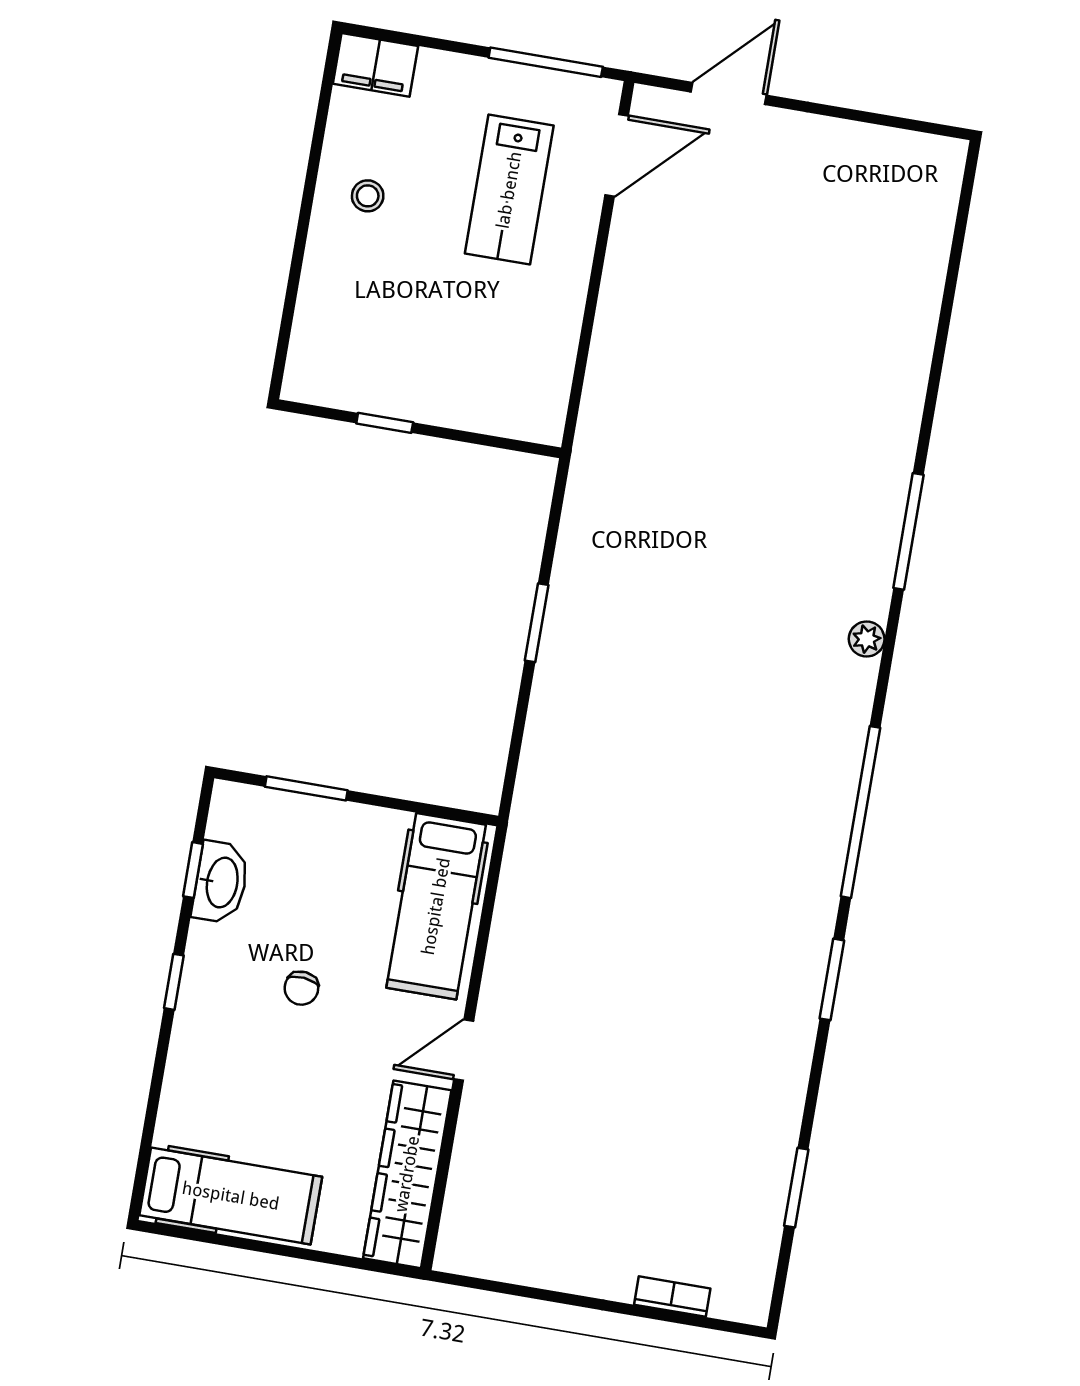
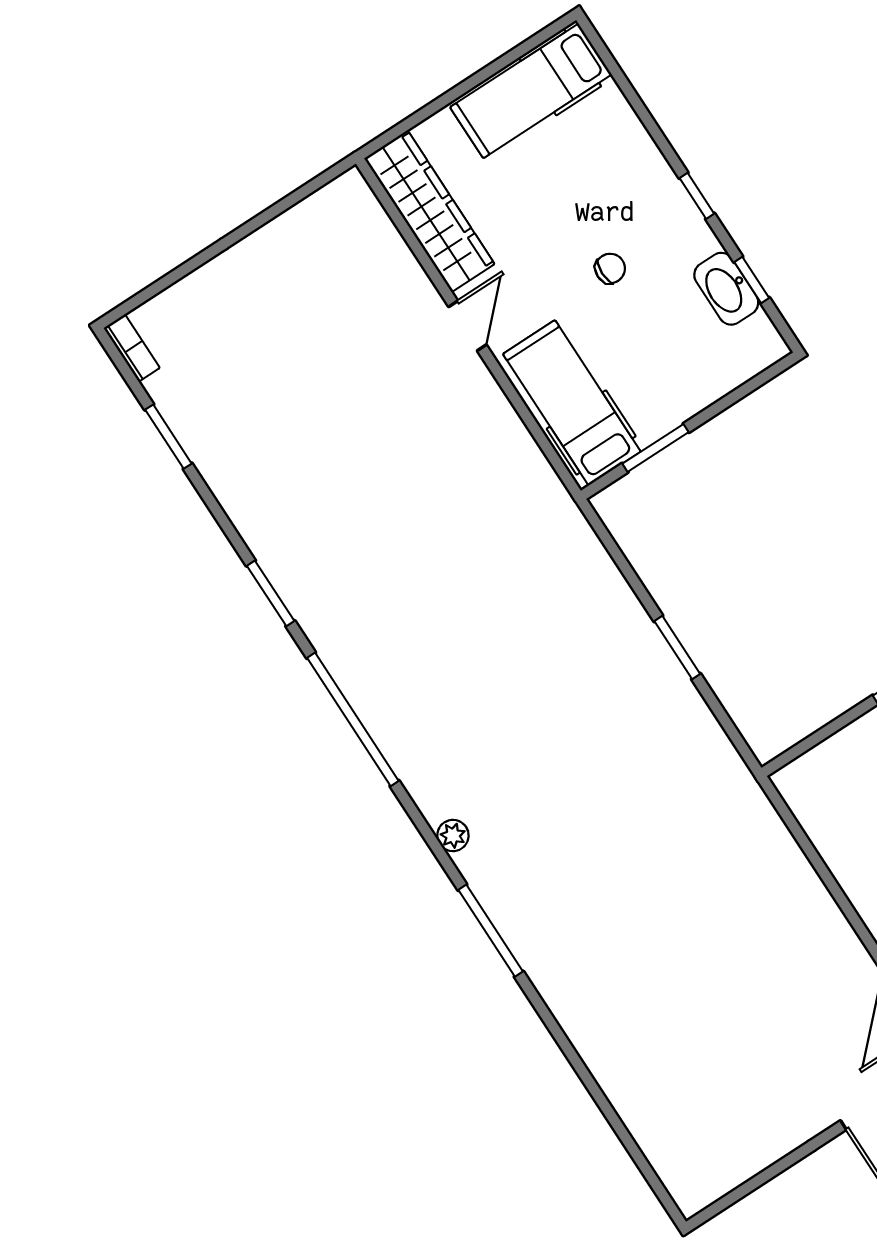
window: (306, 788) -> (656, 448), moved
chair: (301, 988) -> (610, 268), turned 85
bookcase: (672, 1297) -> (132, 348), moved, turned -90

